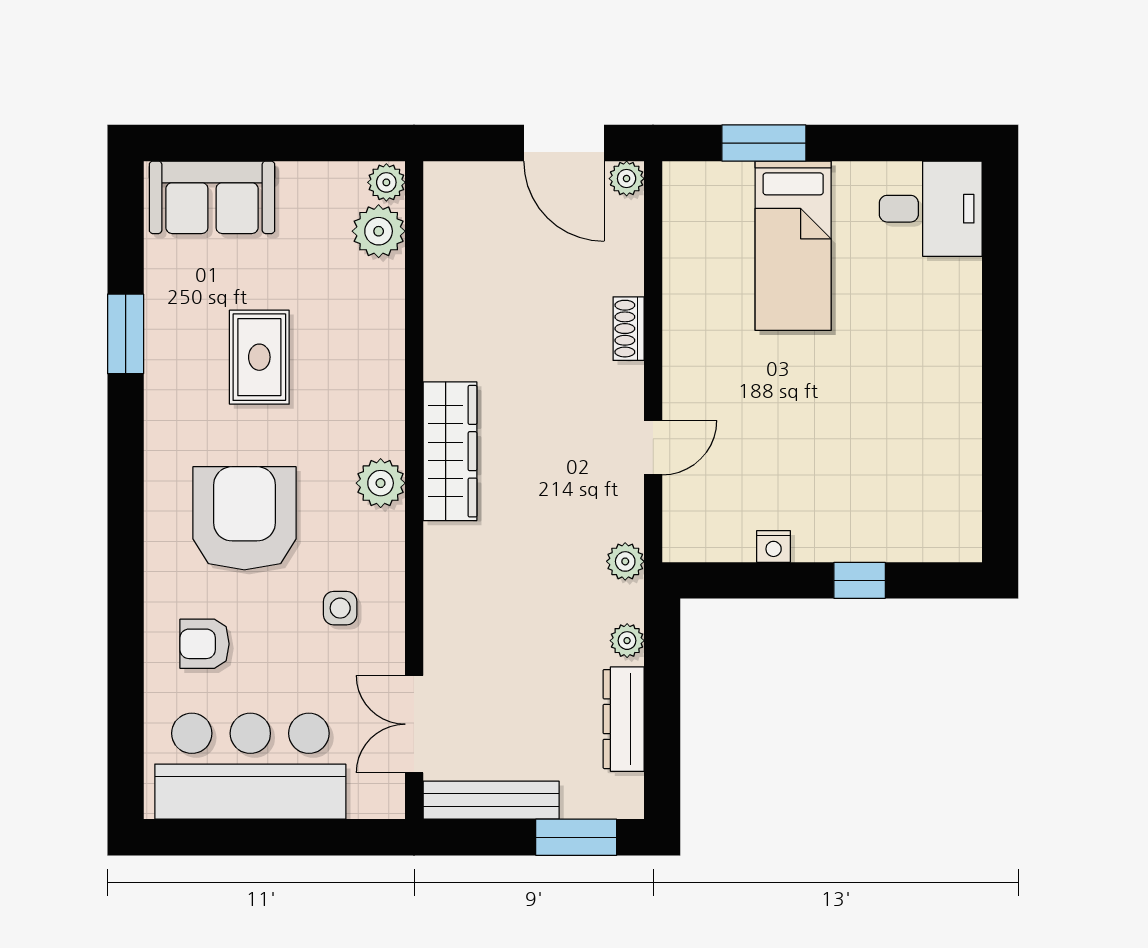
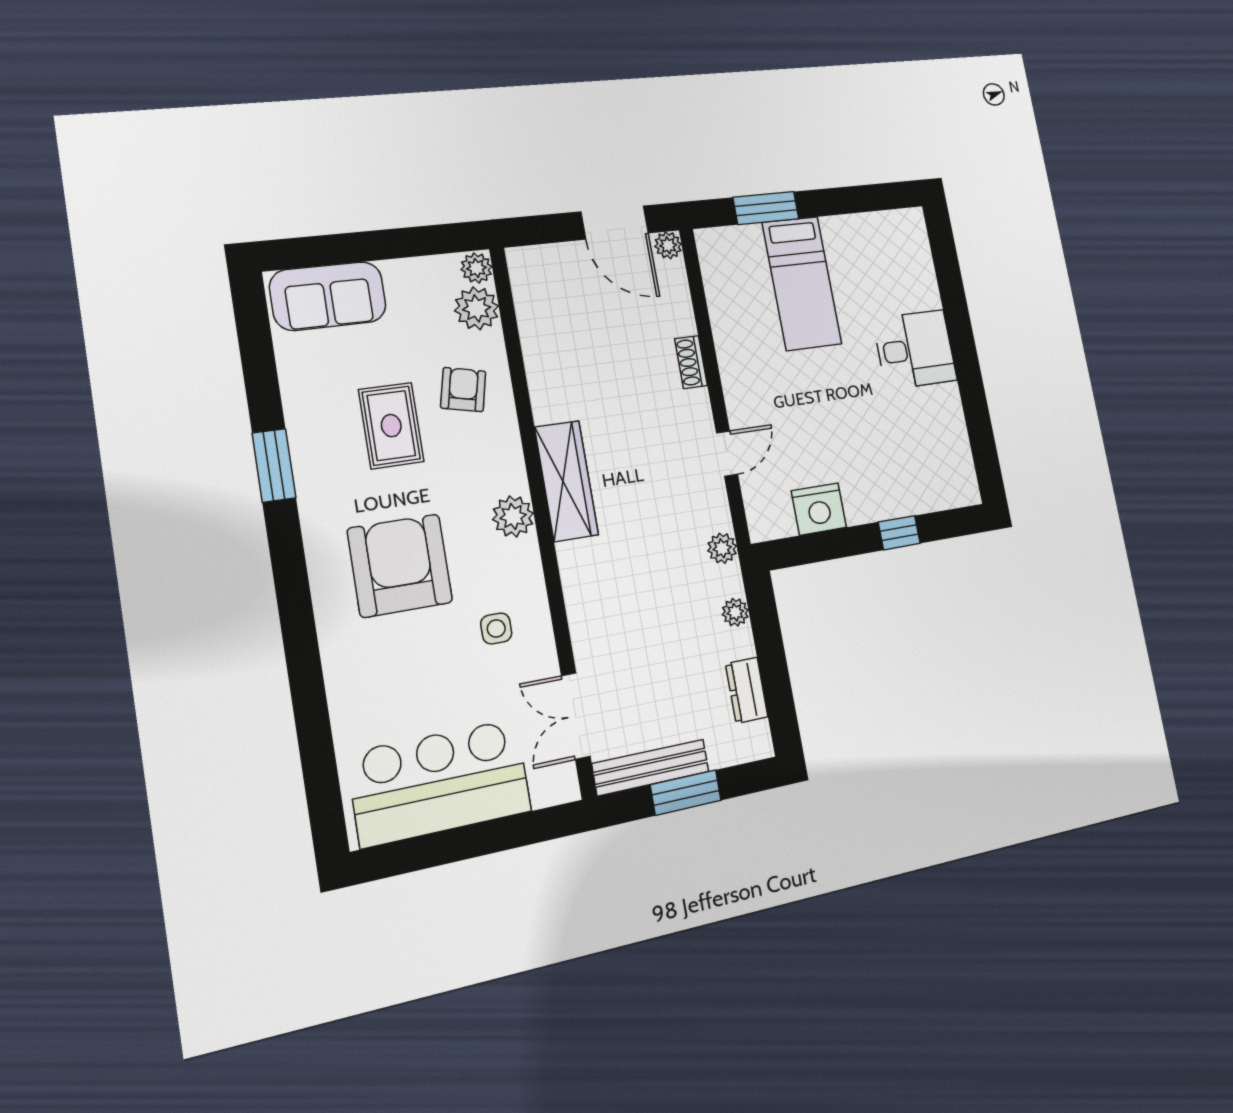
desk: (931, 209) -> (915, 350), moved
window: (126, 334) -> (274, 465), moved
nightstand: (774, 546) -> (819, 509), width x1.89, depth x1.79
armchair: (204, 644) -> (463, 390), moved, turned 103
dresser: (624, 719) -> (747, 690), width x0.70
window: (576, 837) -> (686, 793), moved

